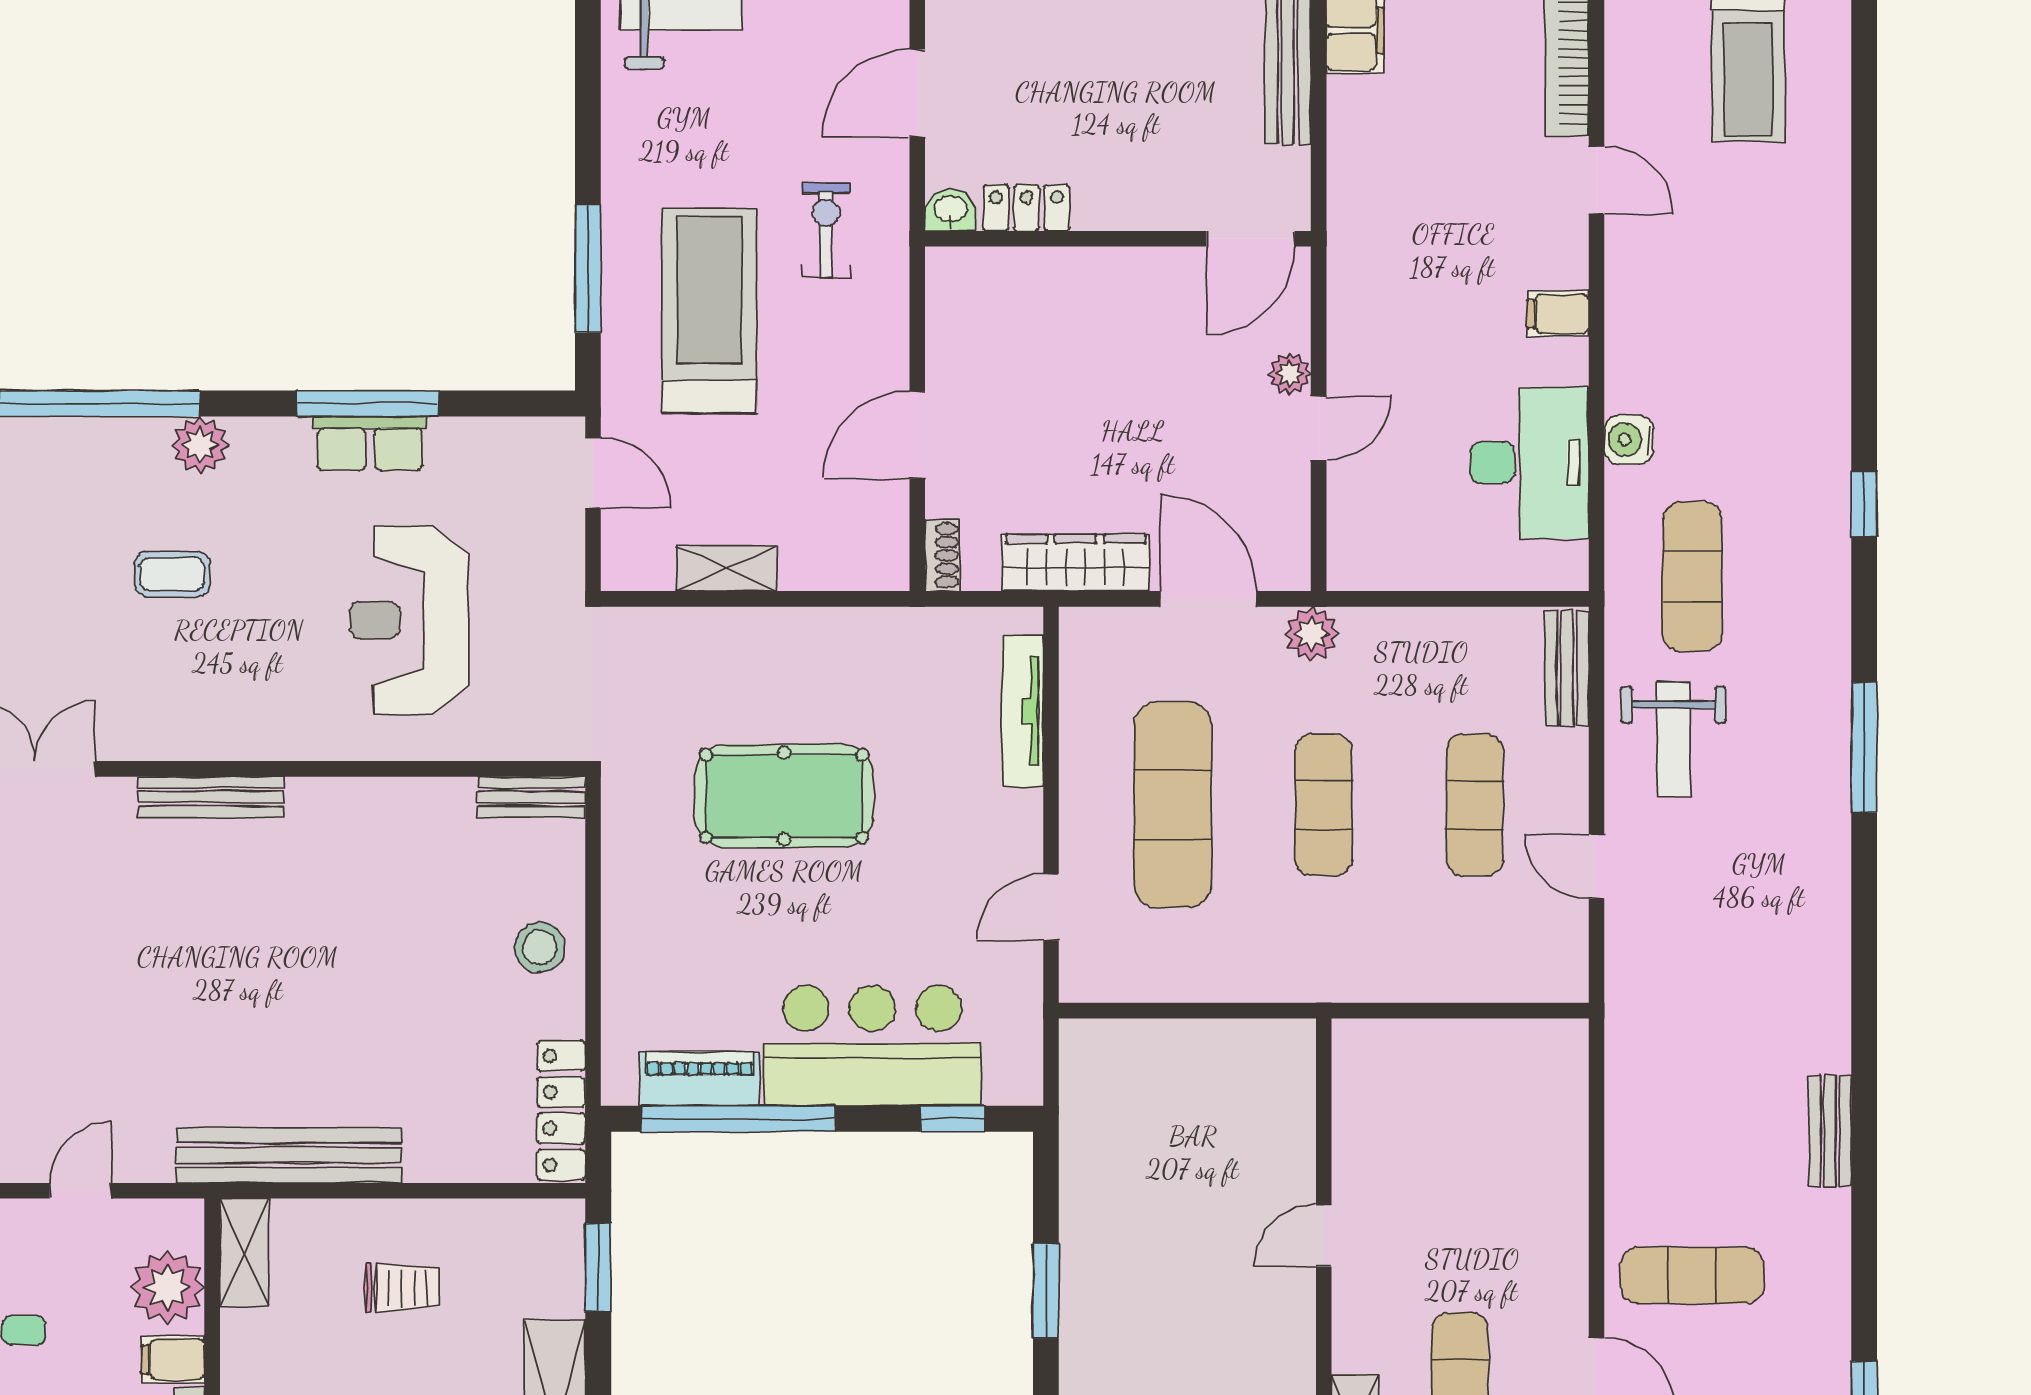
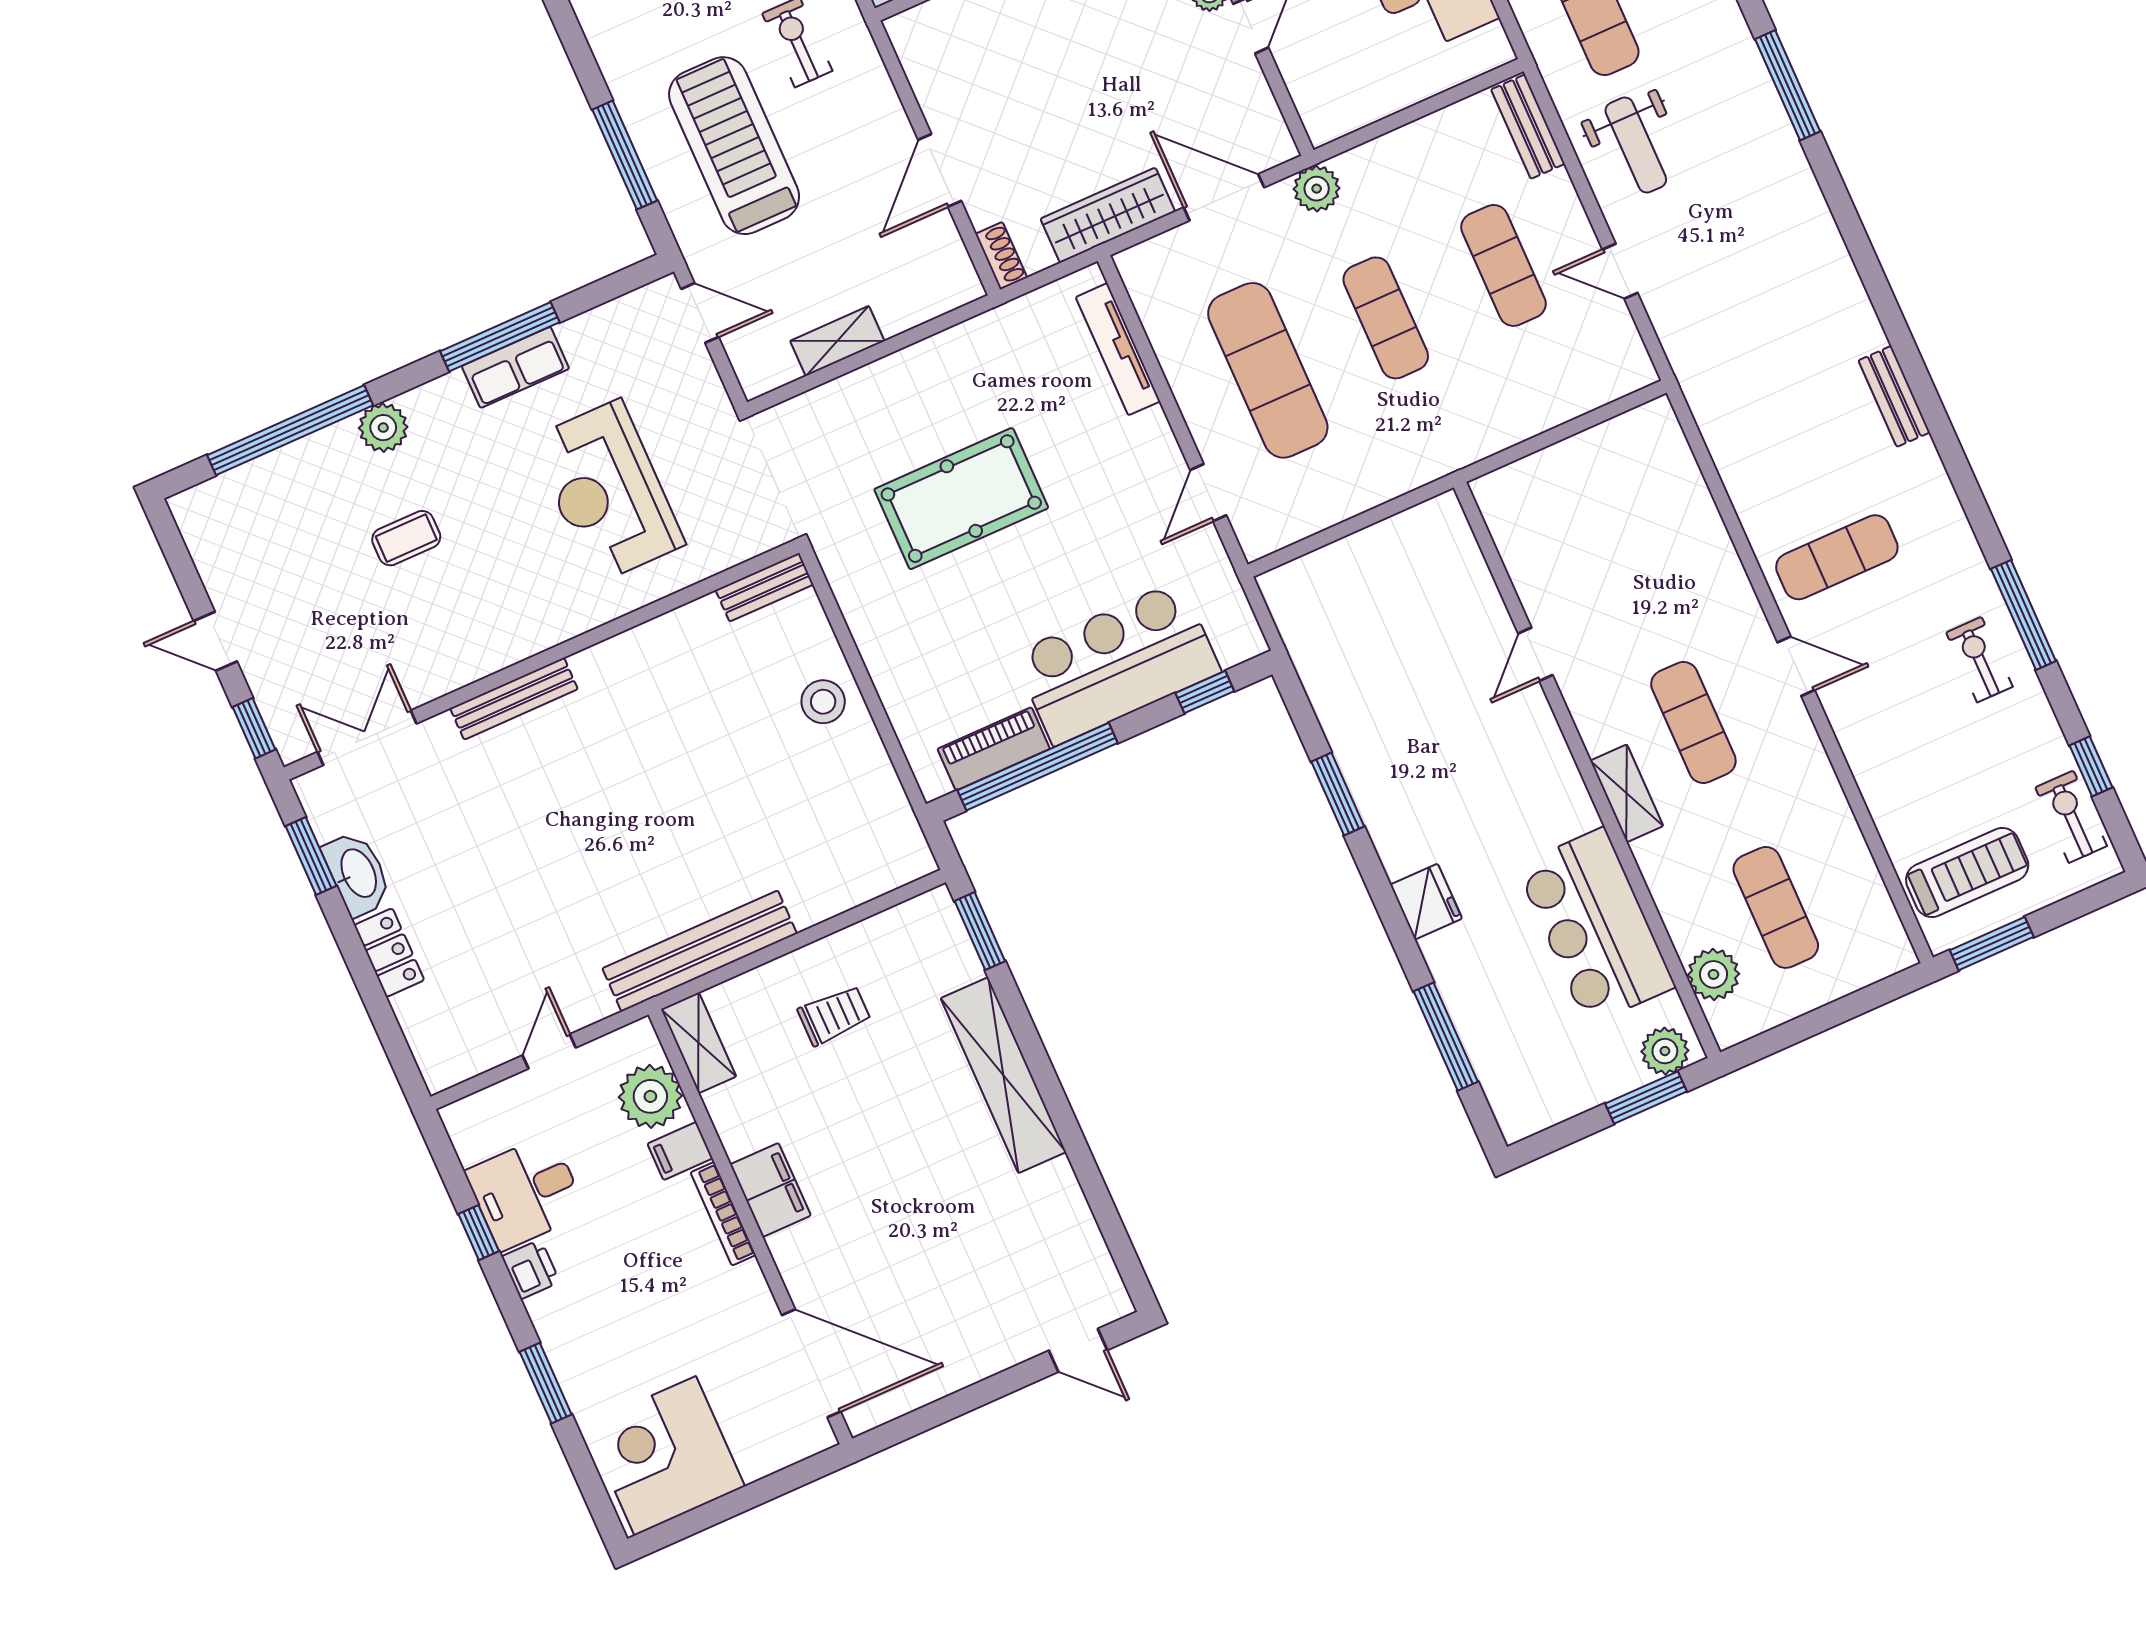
locker: (561, 1110) -> (897, 821), removed

